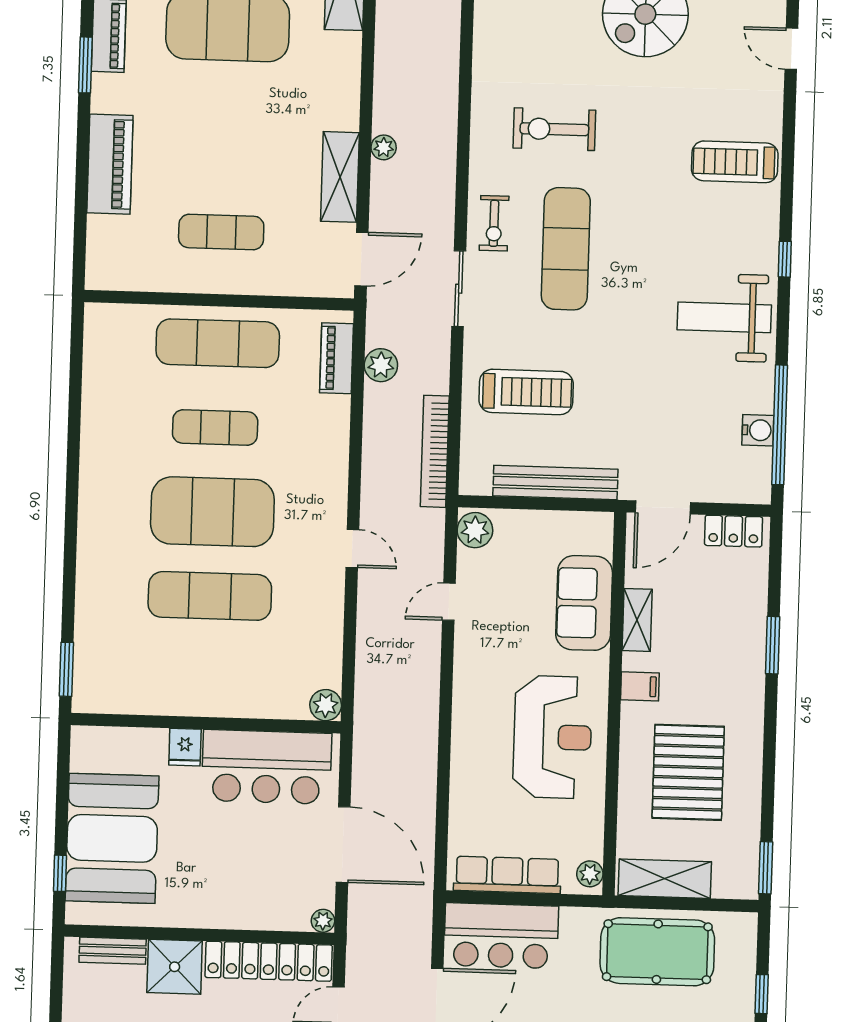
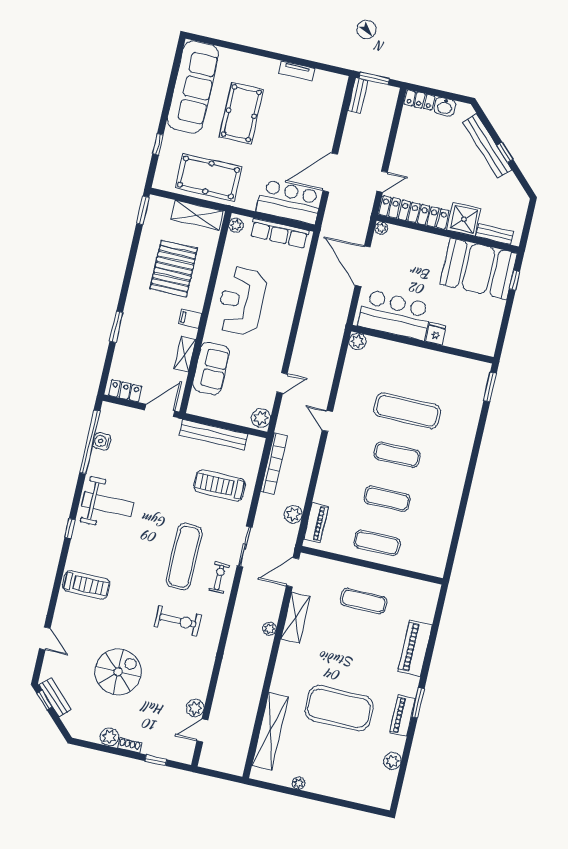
exercise mat: (218, 343) -> (377, 543), width x0.73, depth x0.69
exercise mat: (212, 512) -> (397, 455), width x0.50, depth x0.69
booth: (112, 838) -> (478, 269), moved, turned 90

